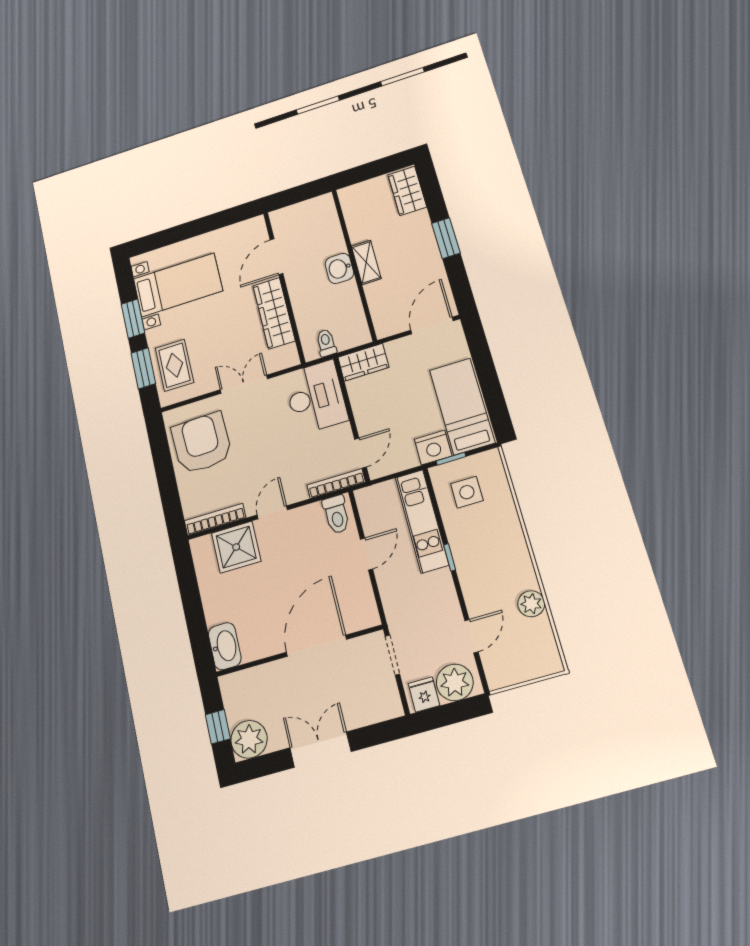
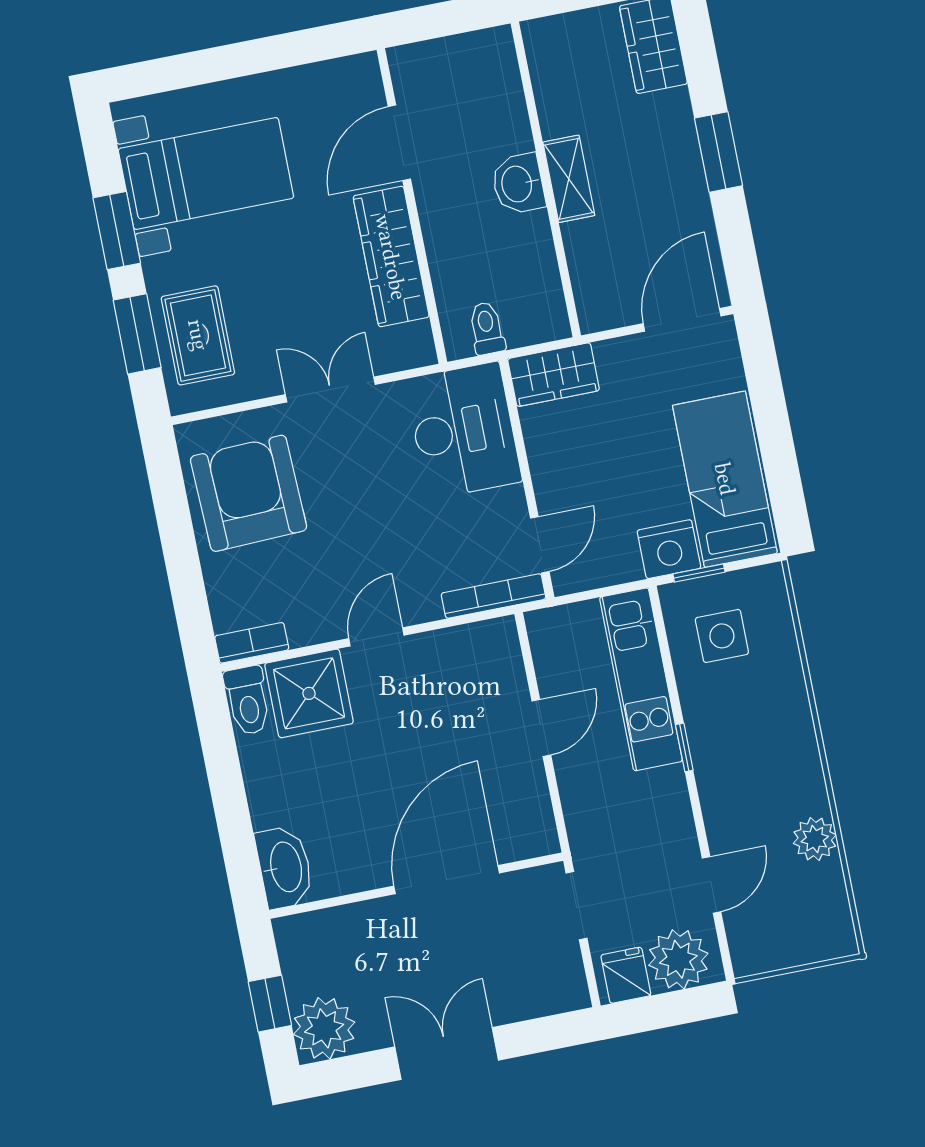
toilet: (336, 514) -> (248, 700), moved
bookcase: (215, 519) -> (252, 643), width x0.64

